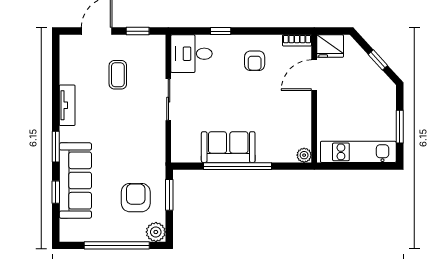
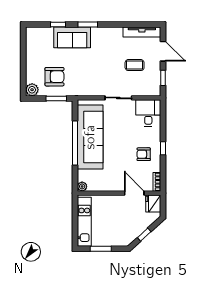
window: (221, 31) -> (163, 148), moved
tv unit: (67, 105) -> (142, 32), moved, width x1.41
sofa: (228, 147) -> (90, 137), width x1.85, depth x1.27
sofa: (75, 181) -> (72, 37), width x0.73
window: (117, 245) -> (23, 64), removed

